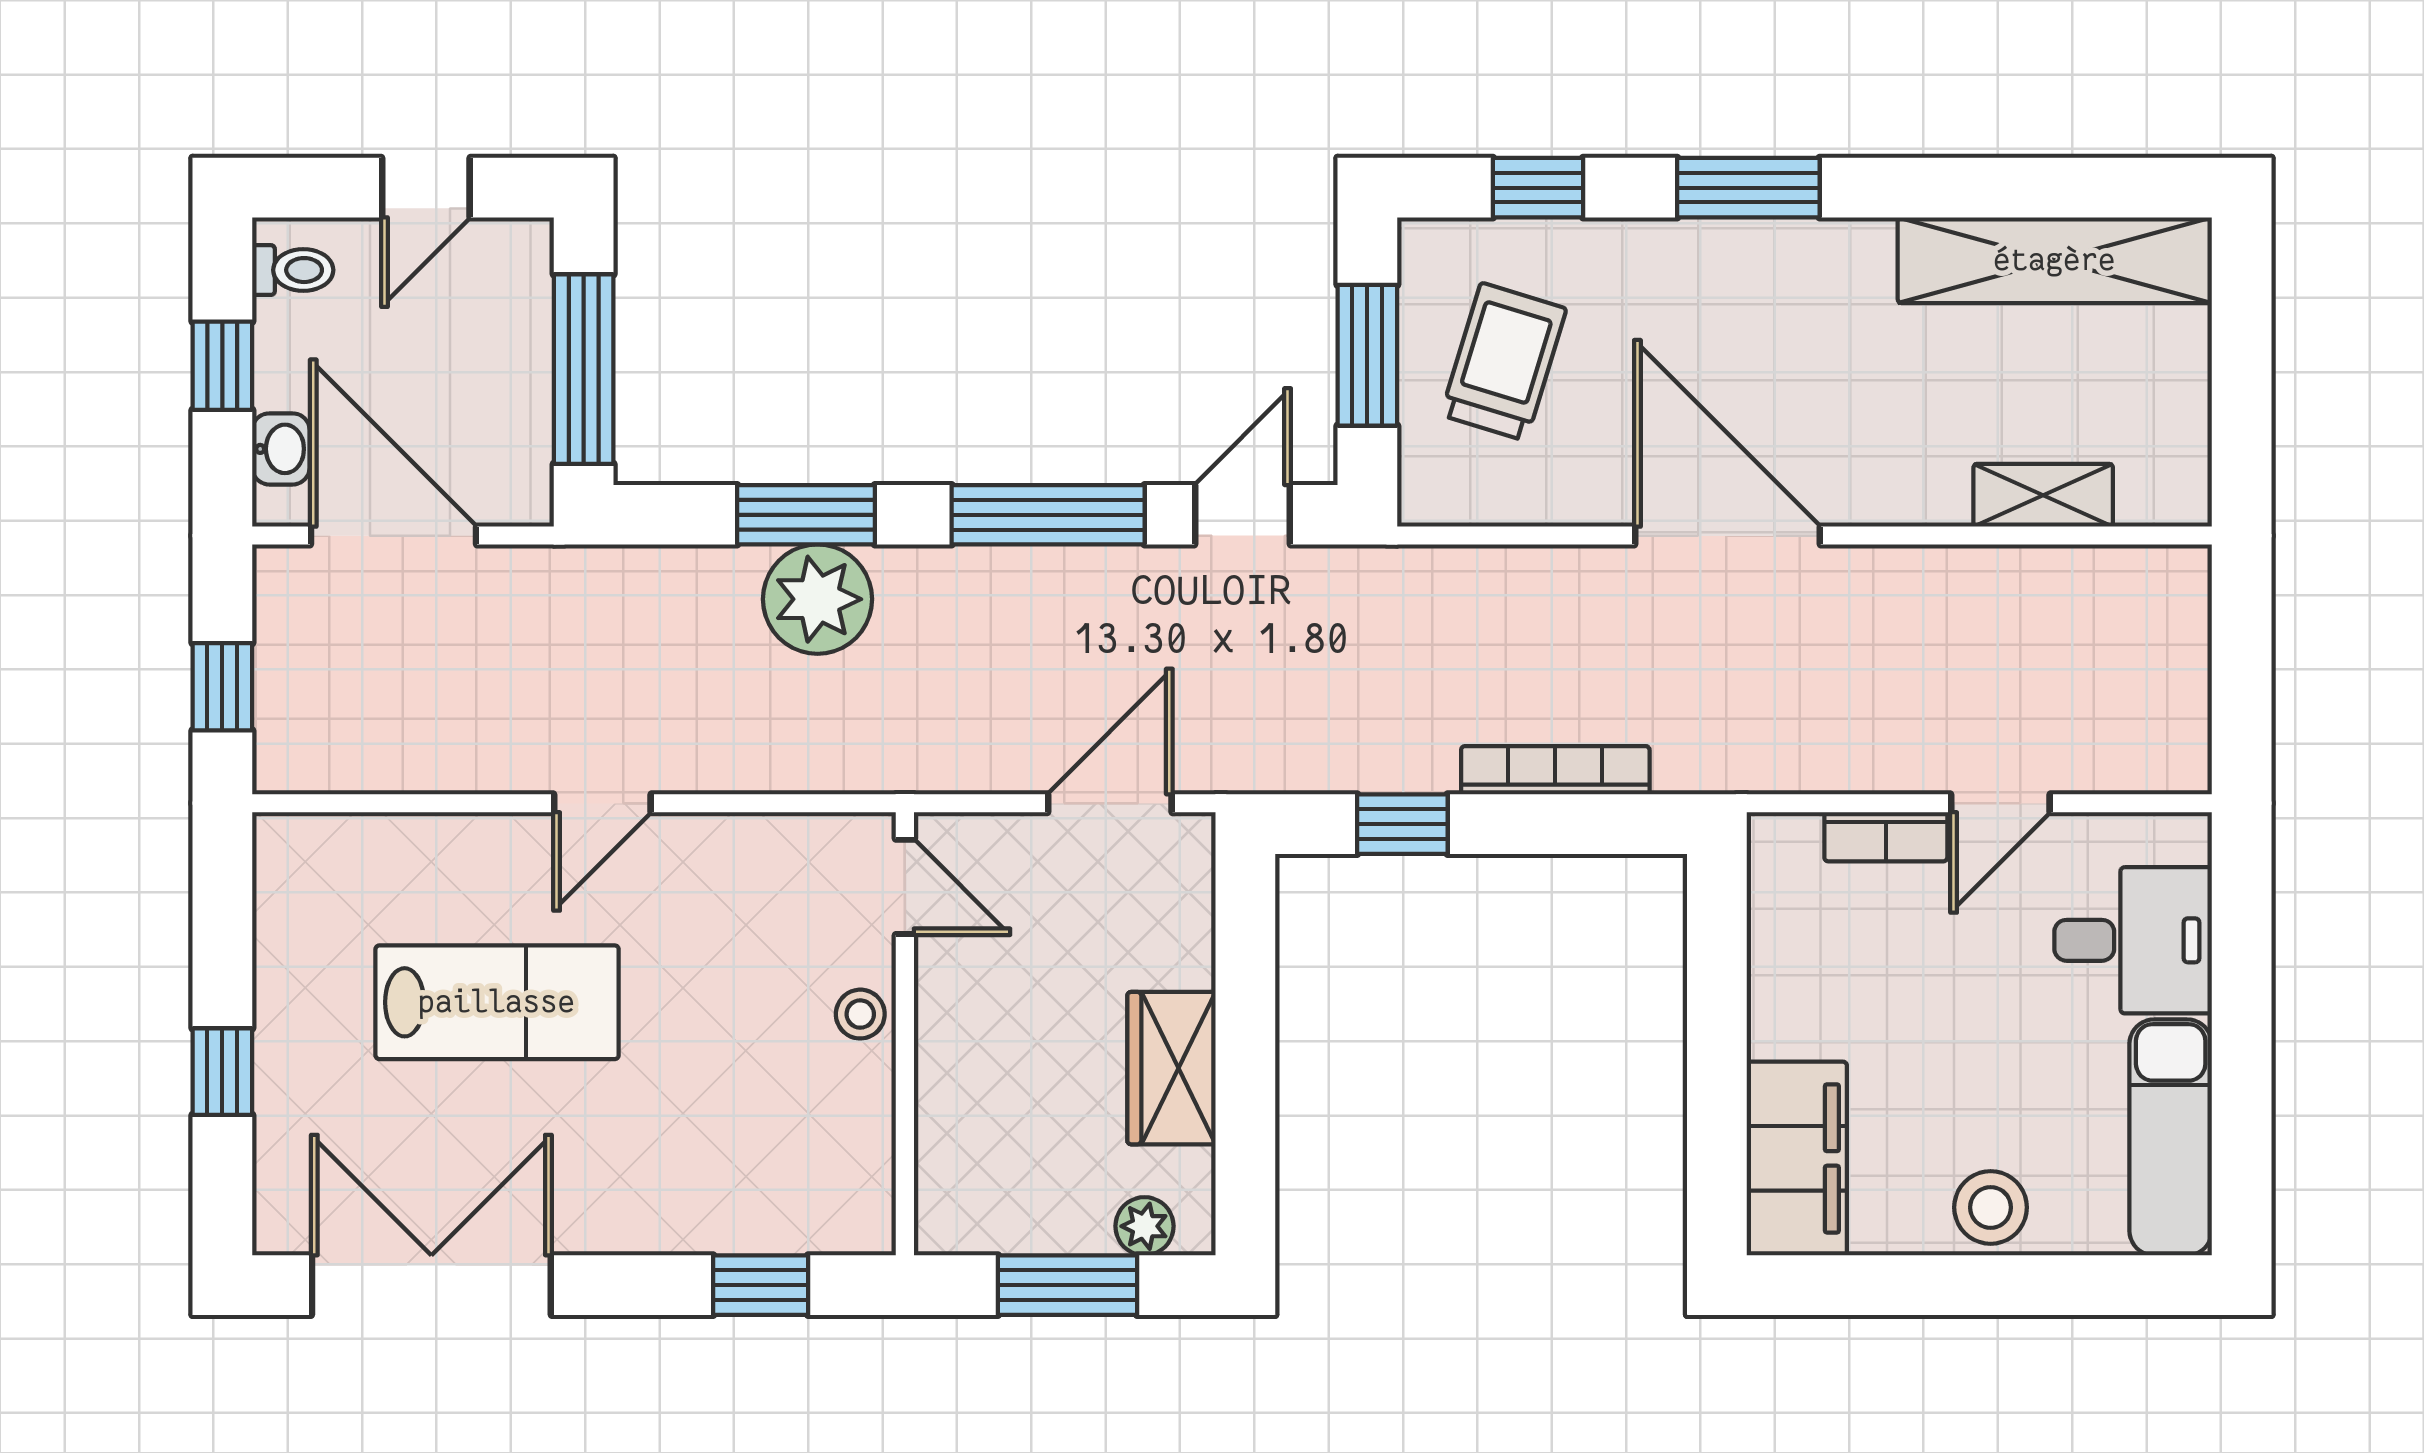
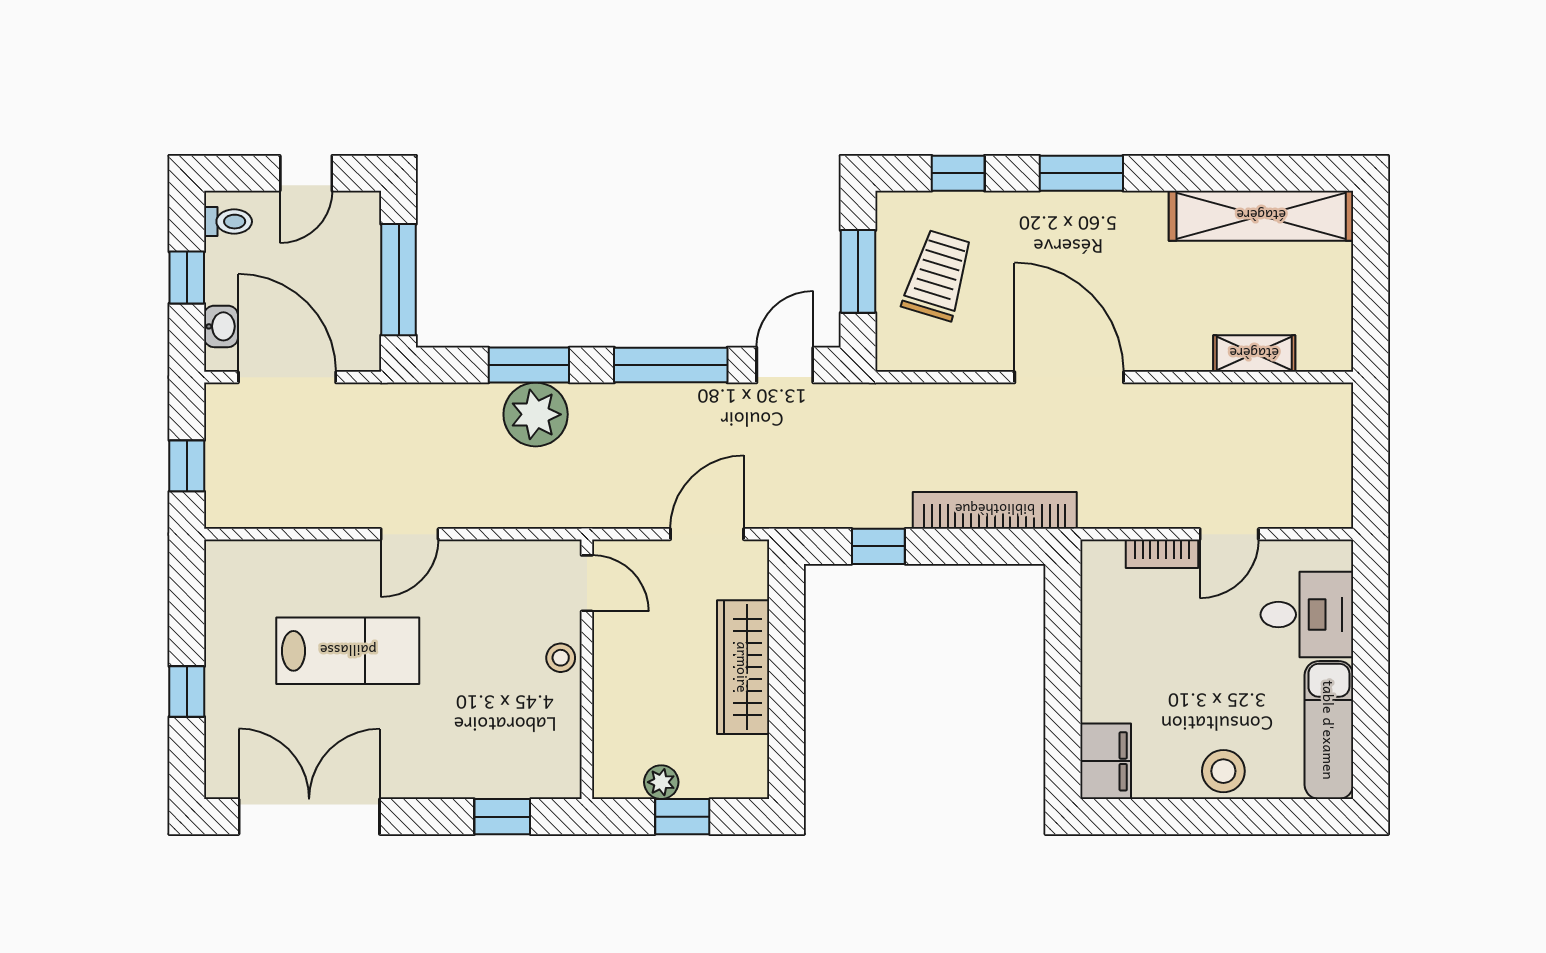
bookcase: (1555, 770) -> (995, 510), width x1.48, depth x1.31
wardrobe: (1171, 1068) -> (743, 667), width x1.50
filing cabinet: (1797, 1158) -> (1106, 761), width x0.67, depth x0.86
plant: (1145, 1226) -> (661, 782), moved
window: (1068, 1285) -> (682, 817), width x0.67

